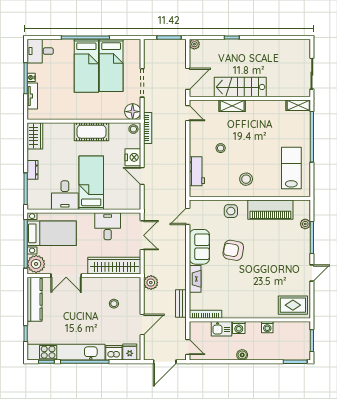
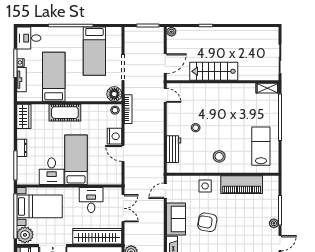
bed: (86, 66) -> (54, 77), moved, turned 180
shelving: (232, 106) -> (206, 89), removed
cot: (91, 132) -> (65, 113), moved
plant: (305, 224) -> (274, 223), moved

